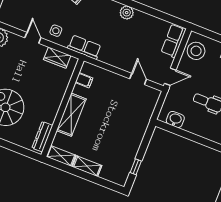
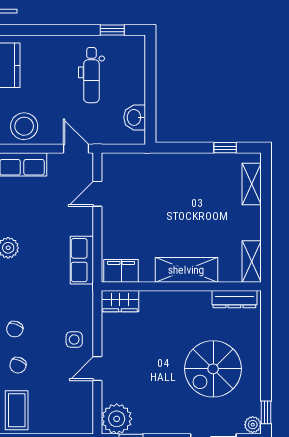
row of seats: (84, 47) -> (82, 260), moved
wardrobe: (57, 58) -> (120, 301), moved, turned 90
filing cabinet: (84, 80) -> (121, 271), width x2.00
shelving: (87, 166) -> (252, 184), moved

